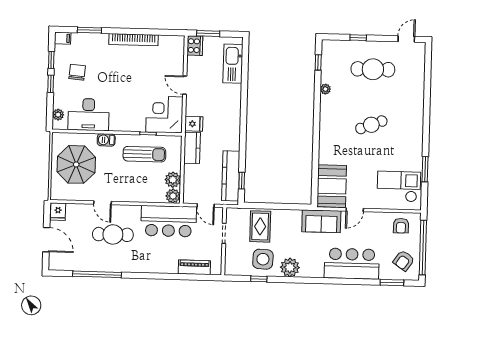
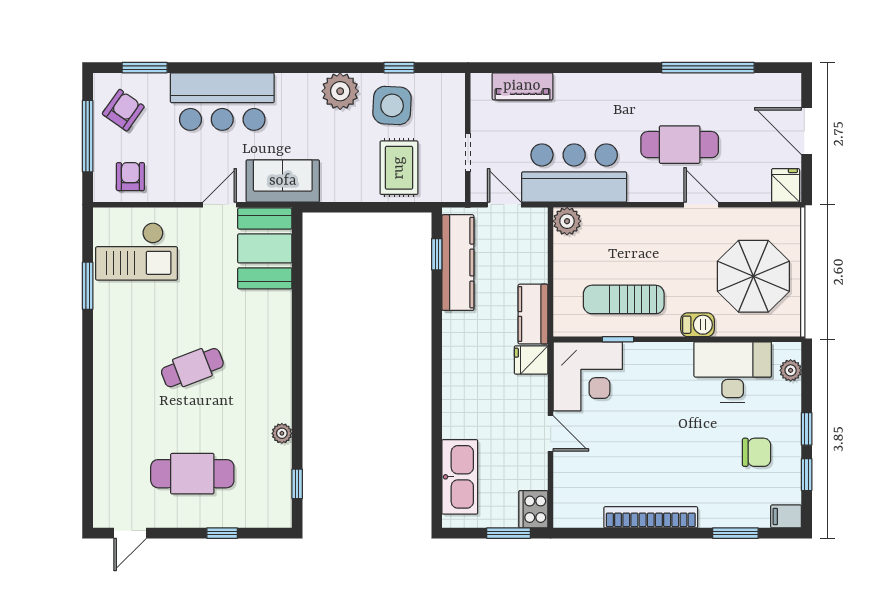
chair: (77, 72) -> (757, 452), turned -95
plant: (173, 180) -> (568, 252), removed
window: (423, 248) -> (88, 136), width x0.68

